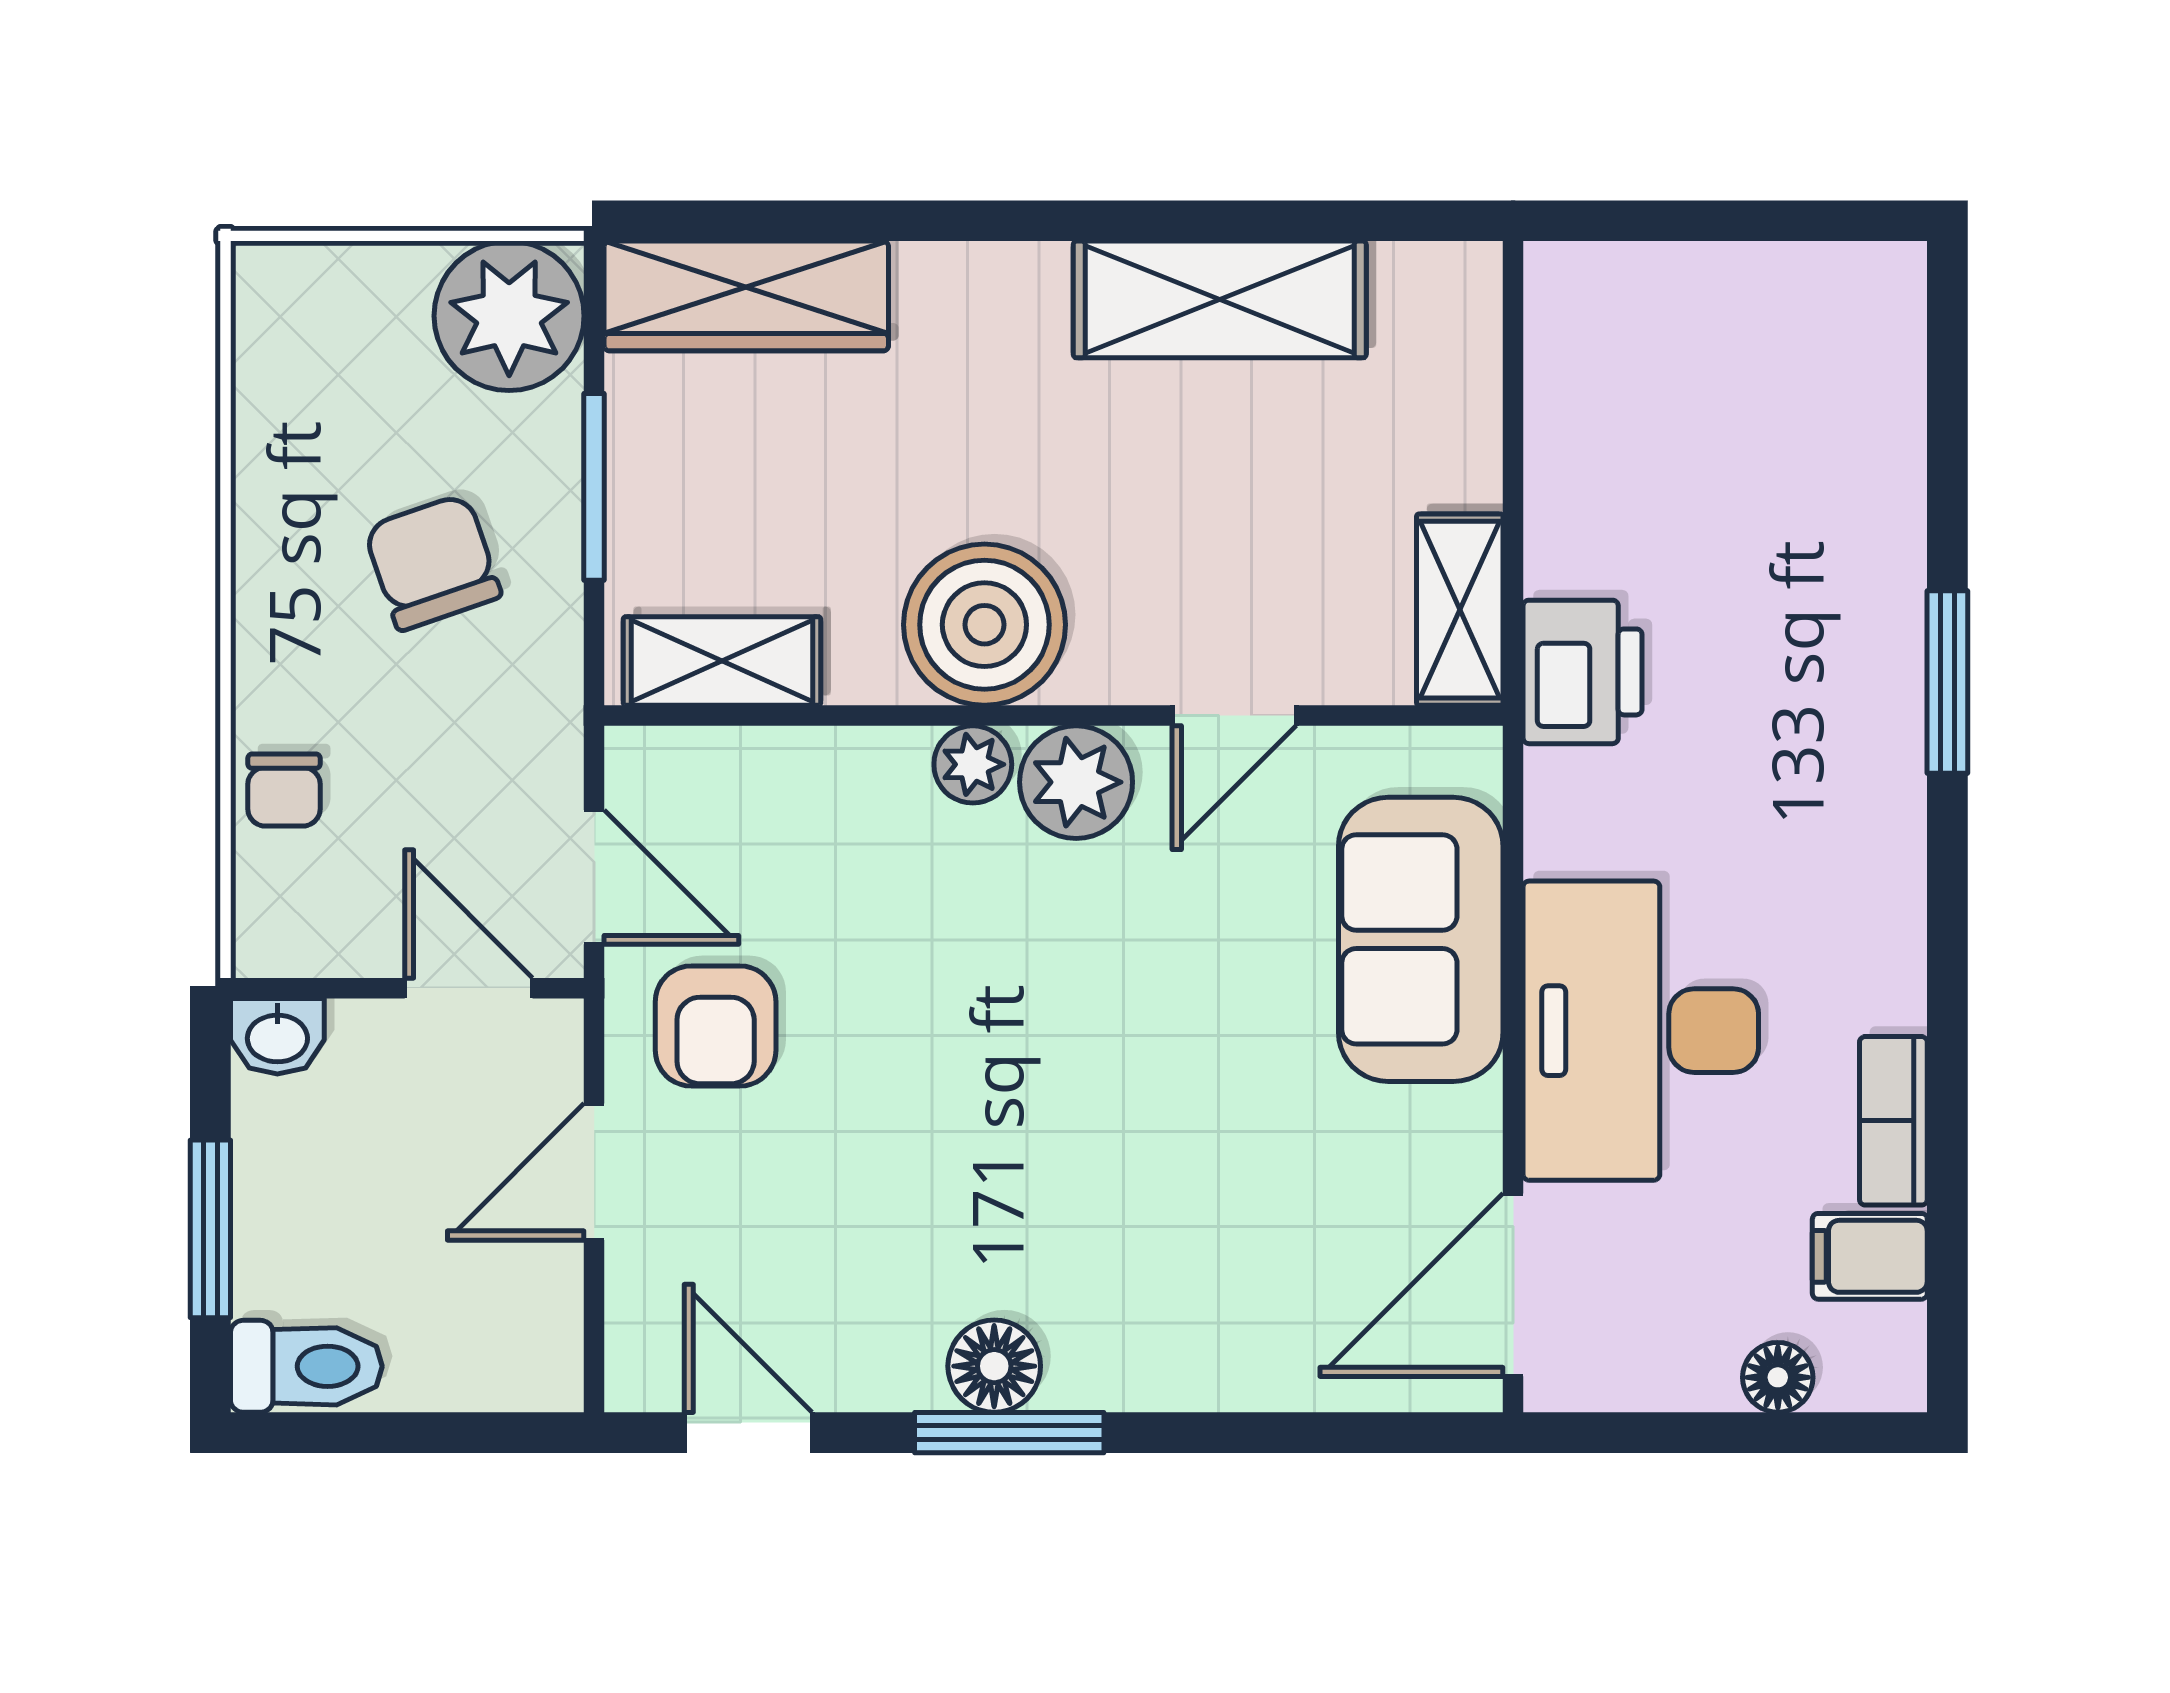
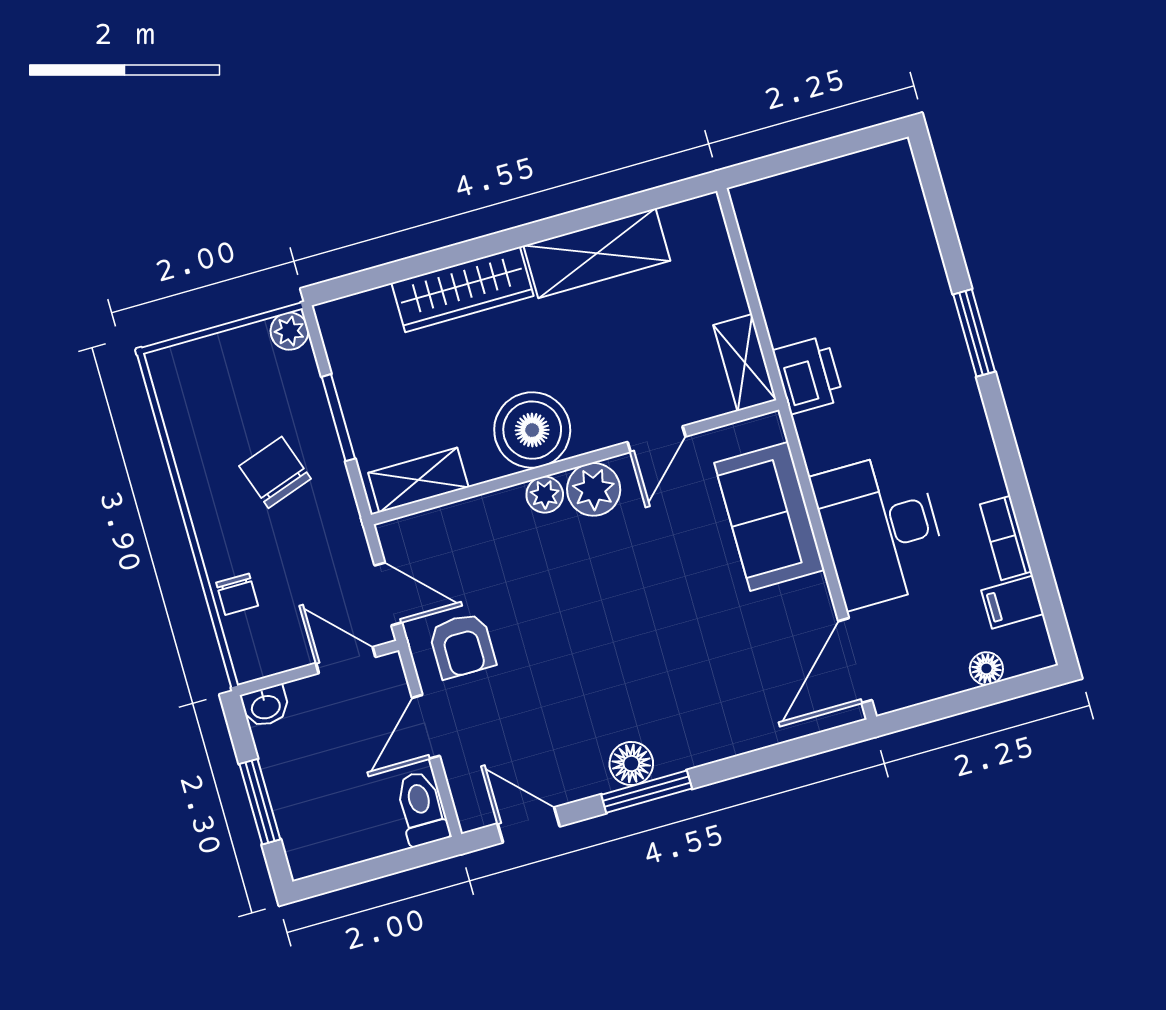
wardrobe: (746, 296) -> (463, 289), moved
plant: (509, 316) -> (289, 331), width x0.53, depth x0.53
toilet: (306, 1366) -> (422, 808), moved, turned -90

